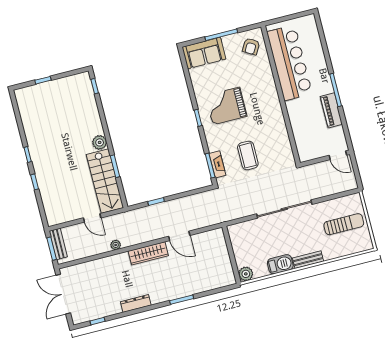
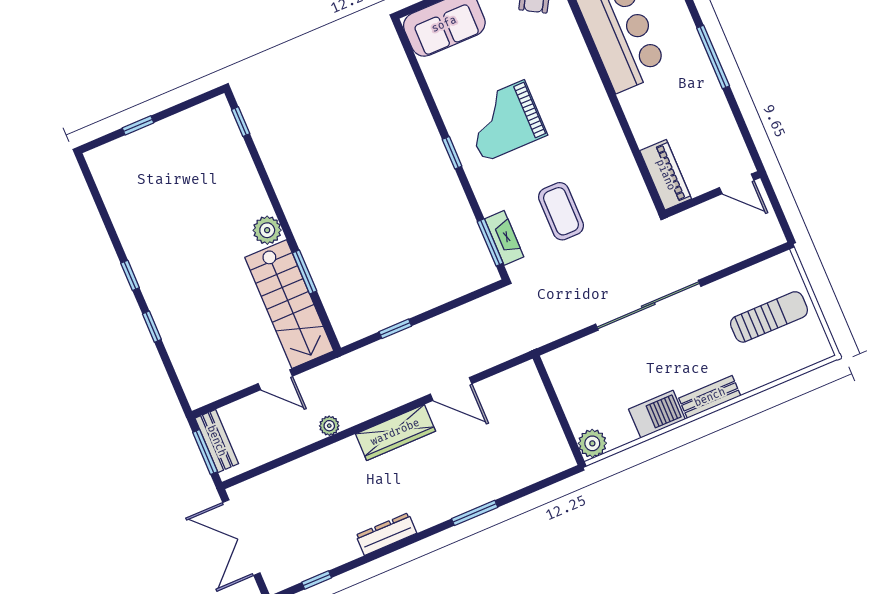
piano: (331, 110) -> (666, 175), moved, turned 180

